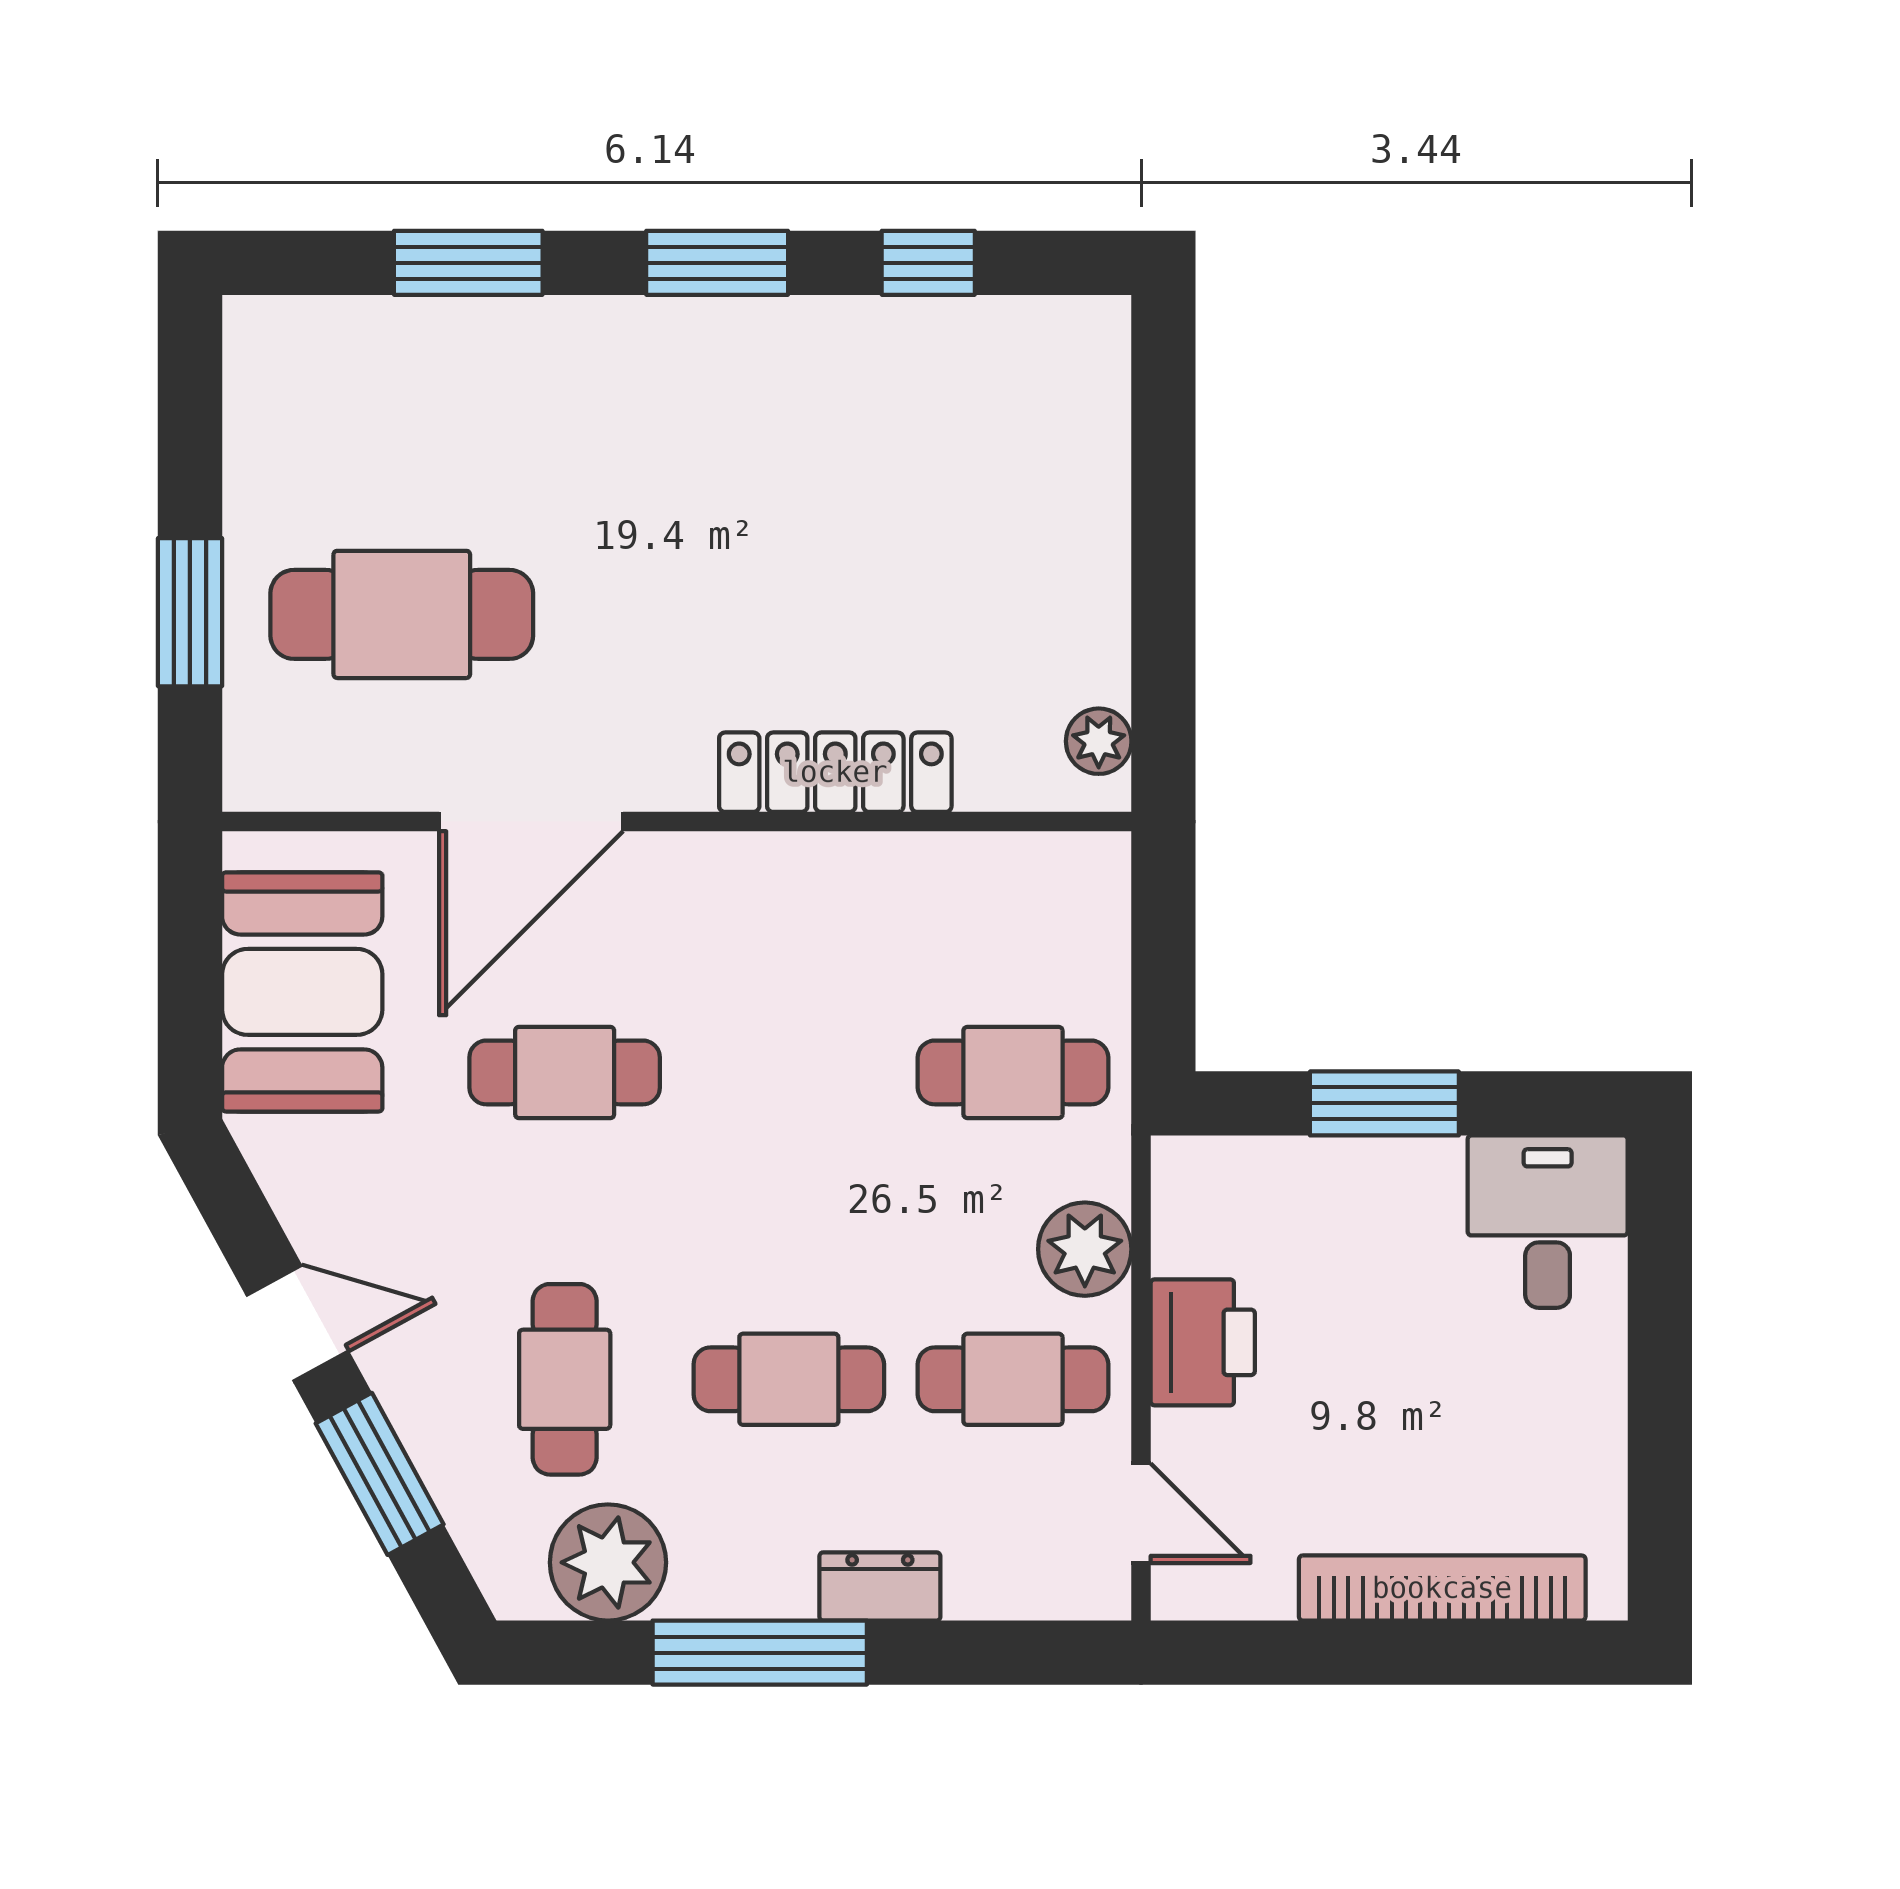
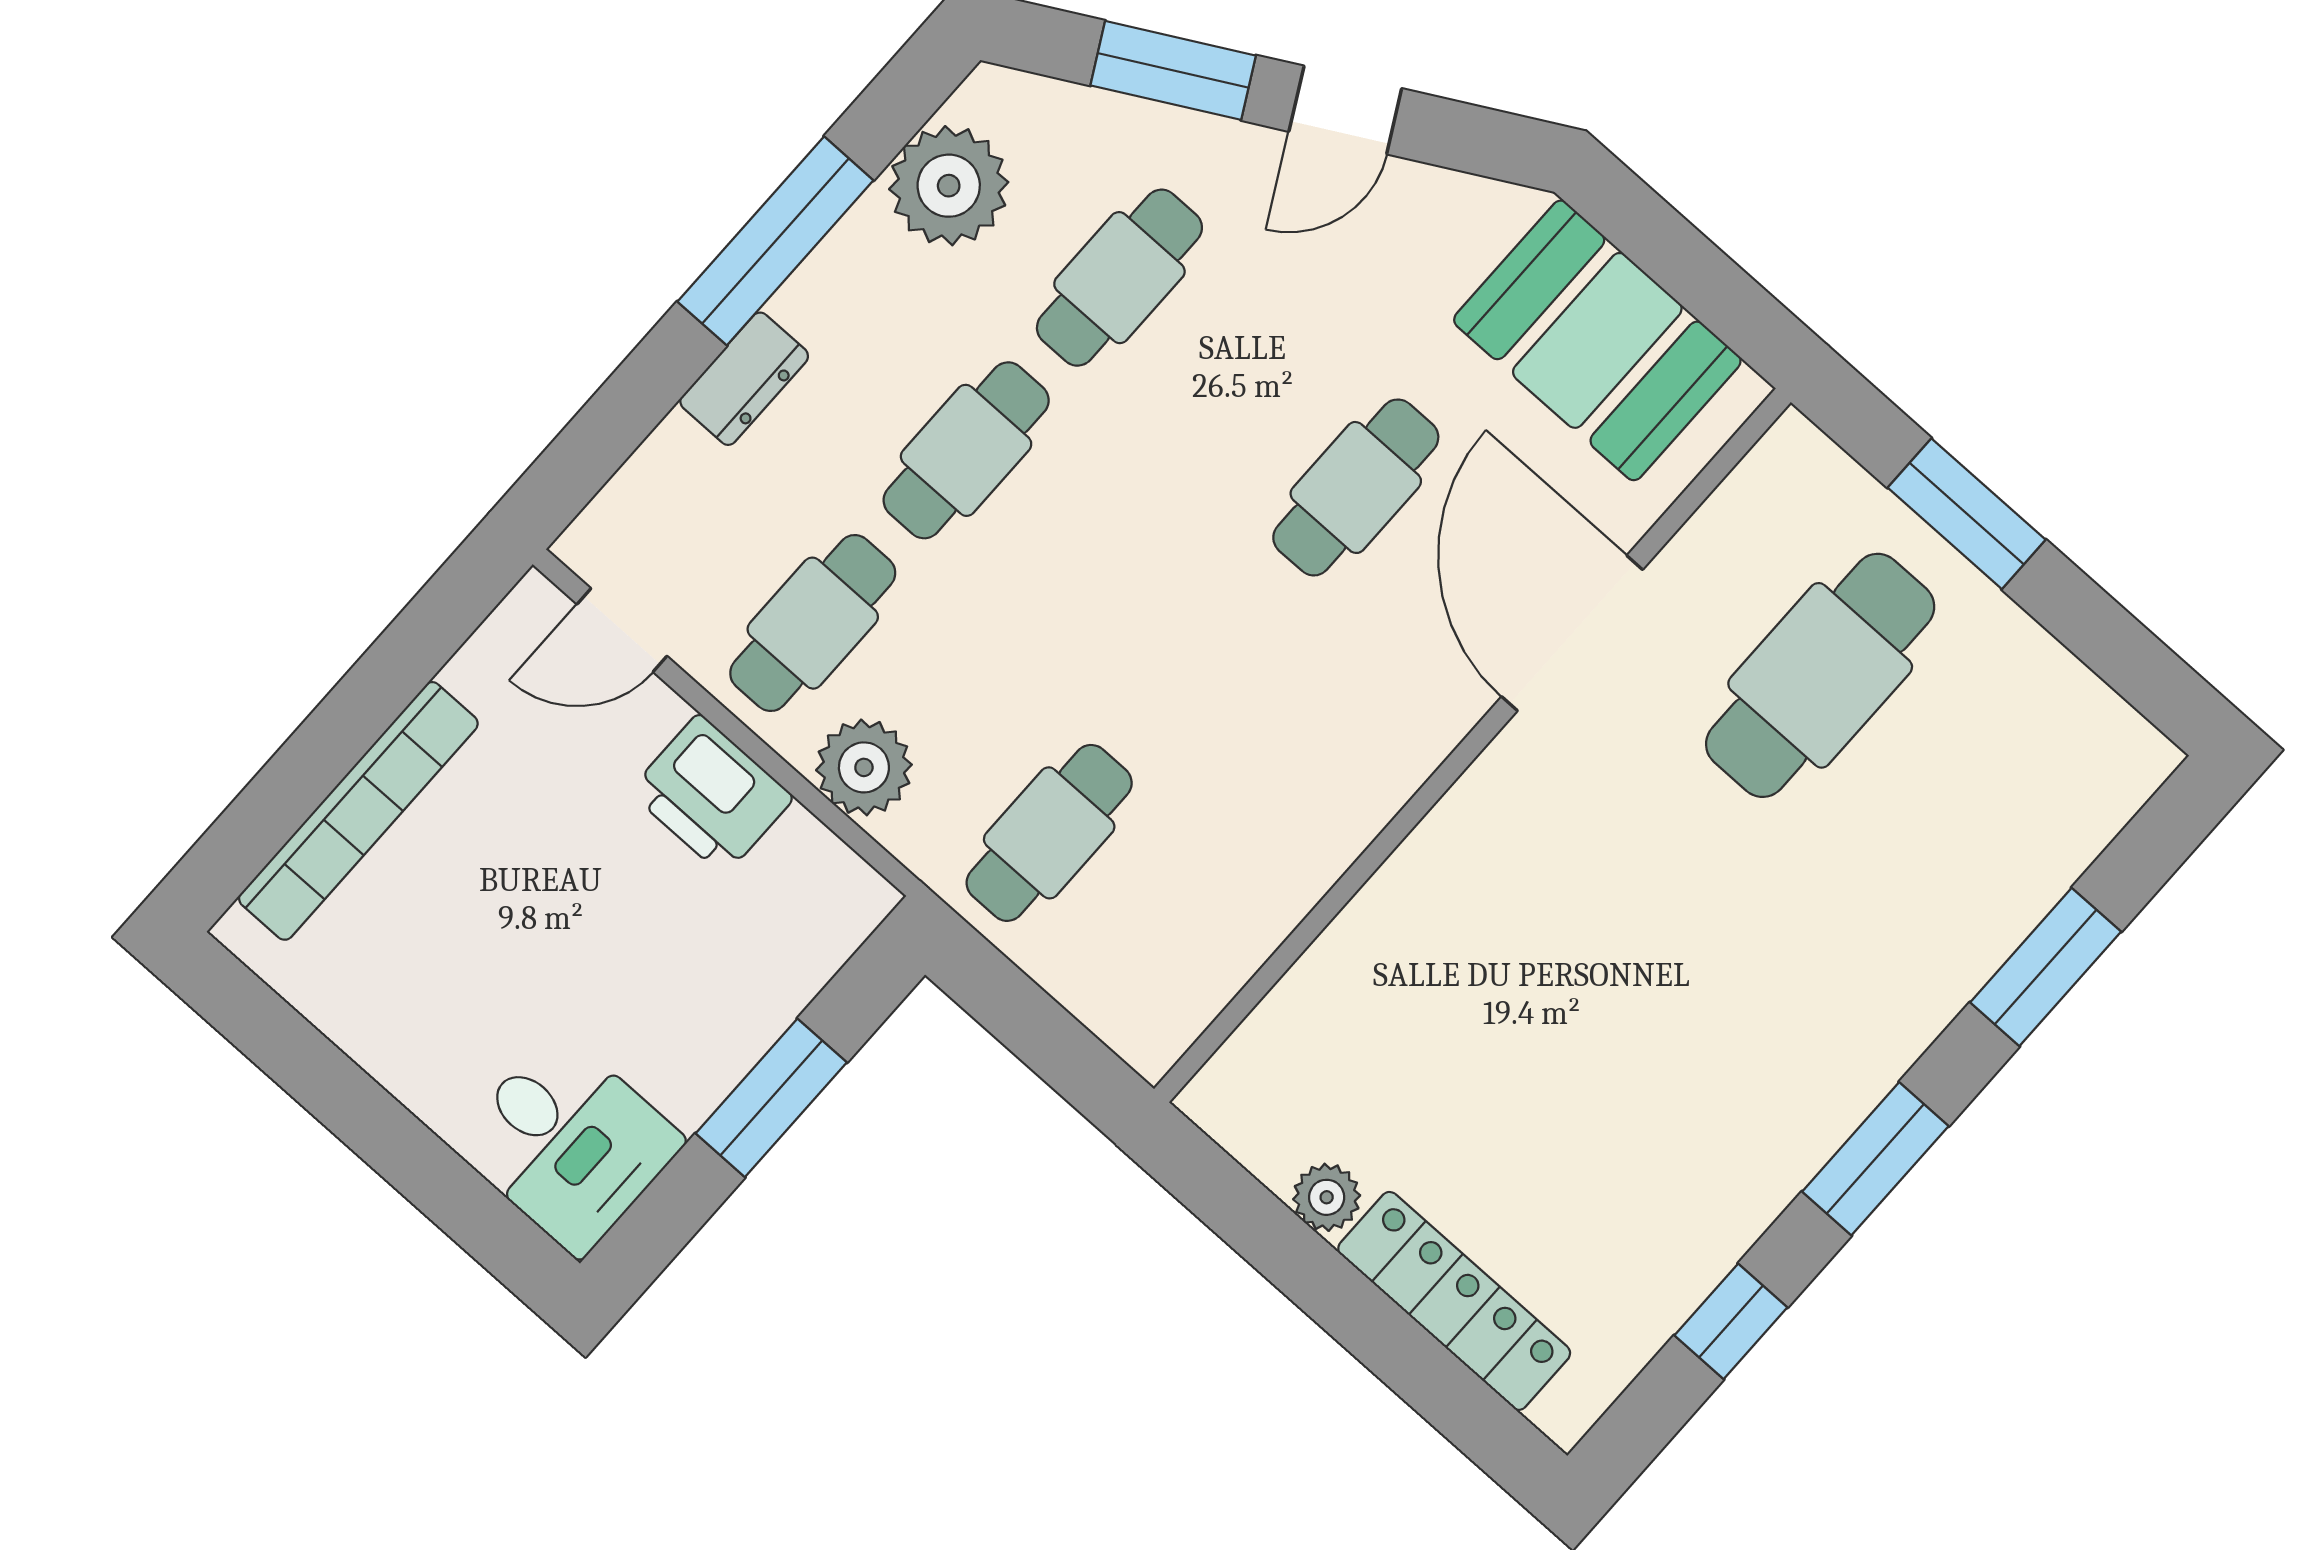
plant: (1099, 741) -> (1327, 1197), moved
locker: (835, 772) -> (1454, 1301), moved, turned -90
cafe table: (565, 1379) -> (1119, 278), turned 90

